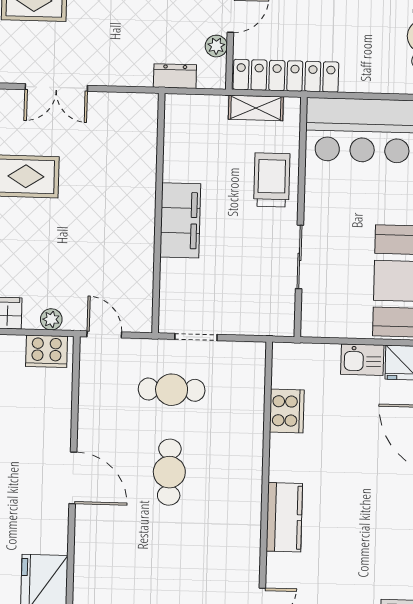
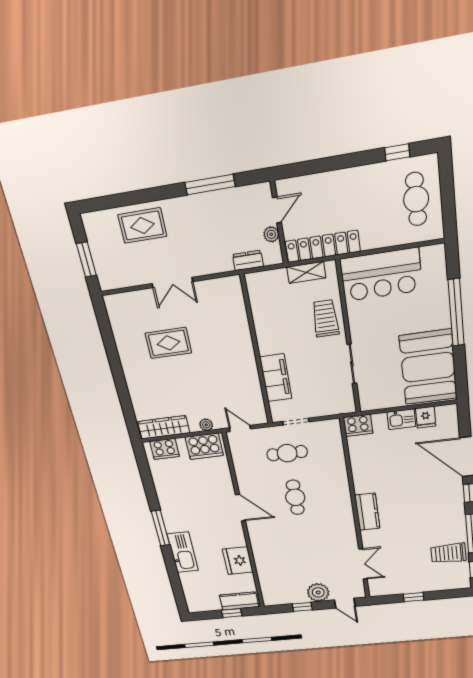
filing cabinet: (180, 220) -> (276, 378), moved
cooker: (47, 351) -> (204, 446), width x1.37, depth x1.31
cooker: (287, 411) -> (358, 425), moved, turned 90

